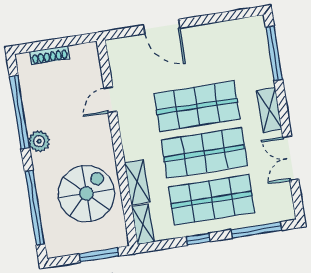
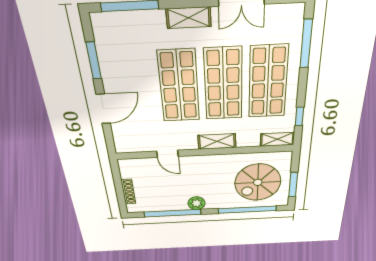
window: (216, 18) -> (94, 61), added
shelving: (137, 182) -> (217, 141), moved
spiral stairs: (86, 193) -> (258, 182), moved, turned -90
window: (198, 239) -> (299, 116), moved
window: (99, 255) -> (293, 185), moved

